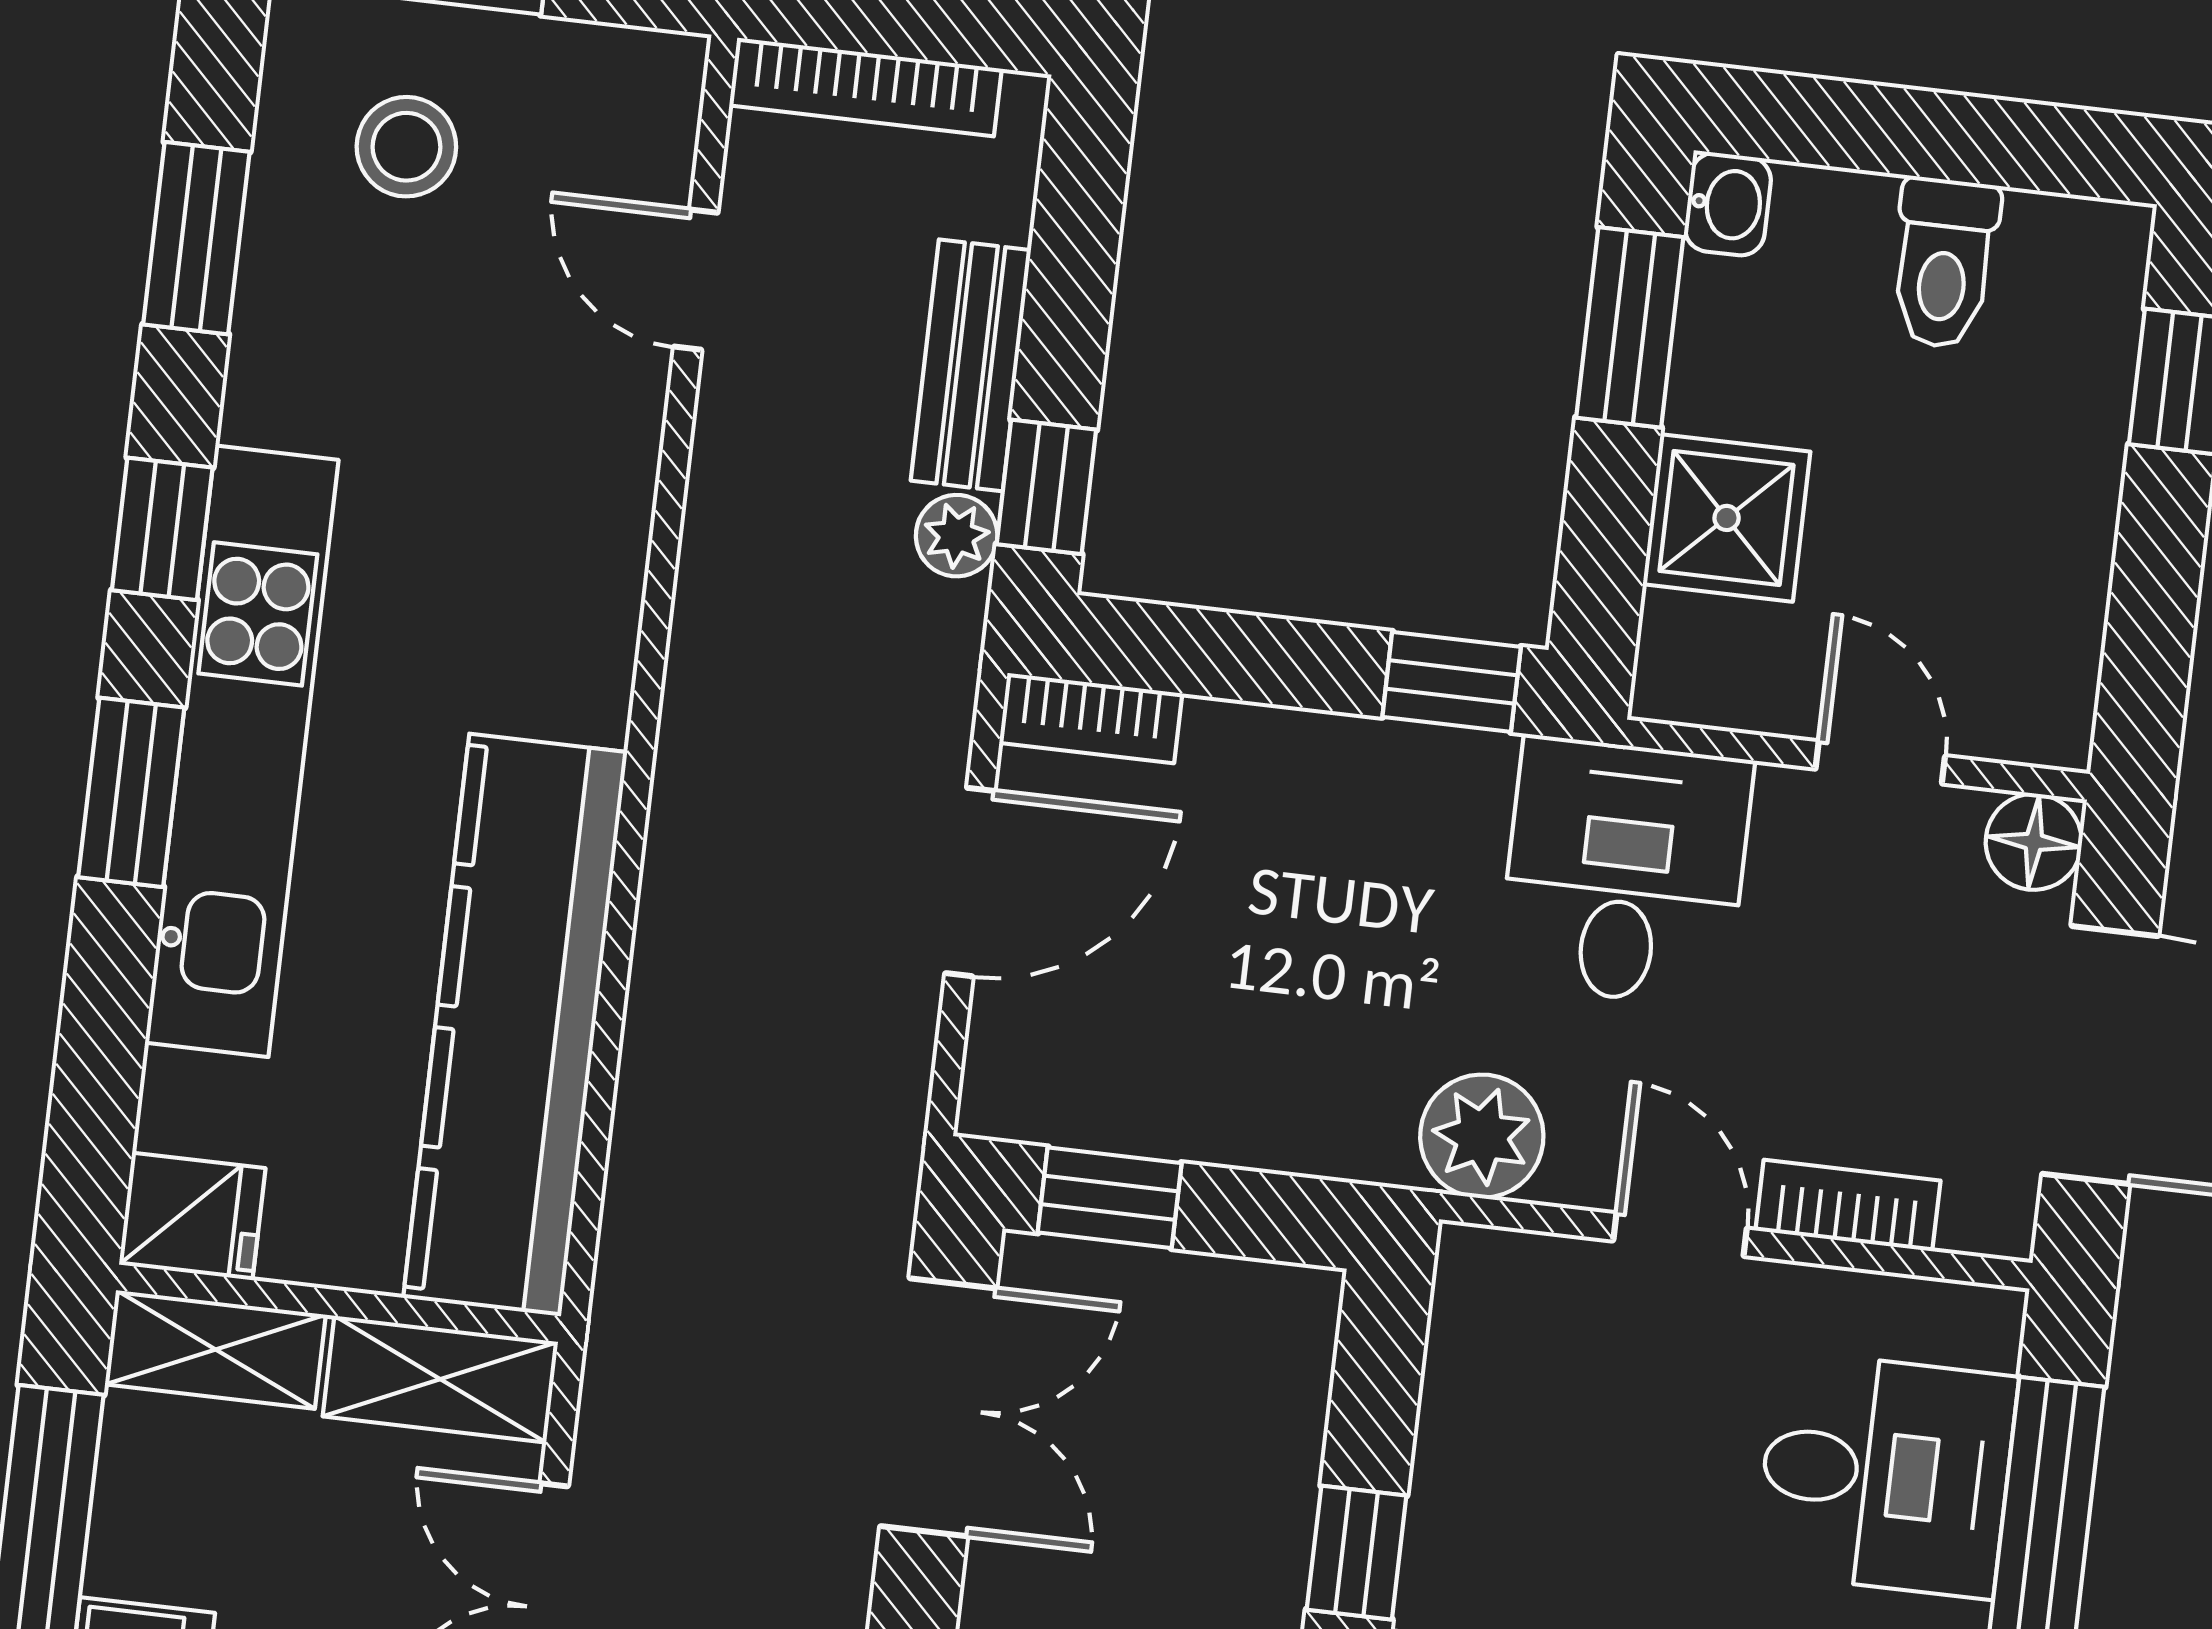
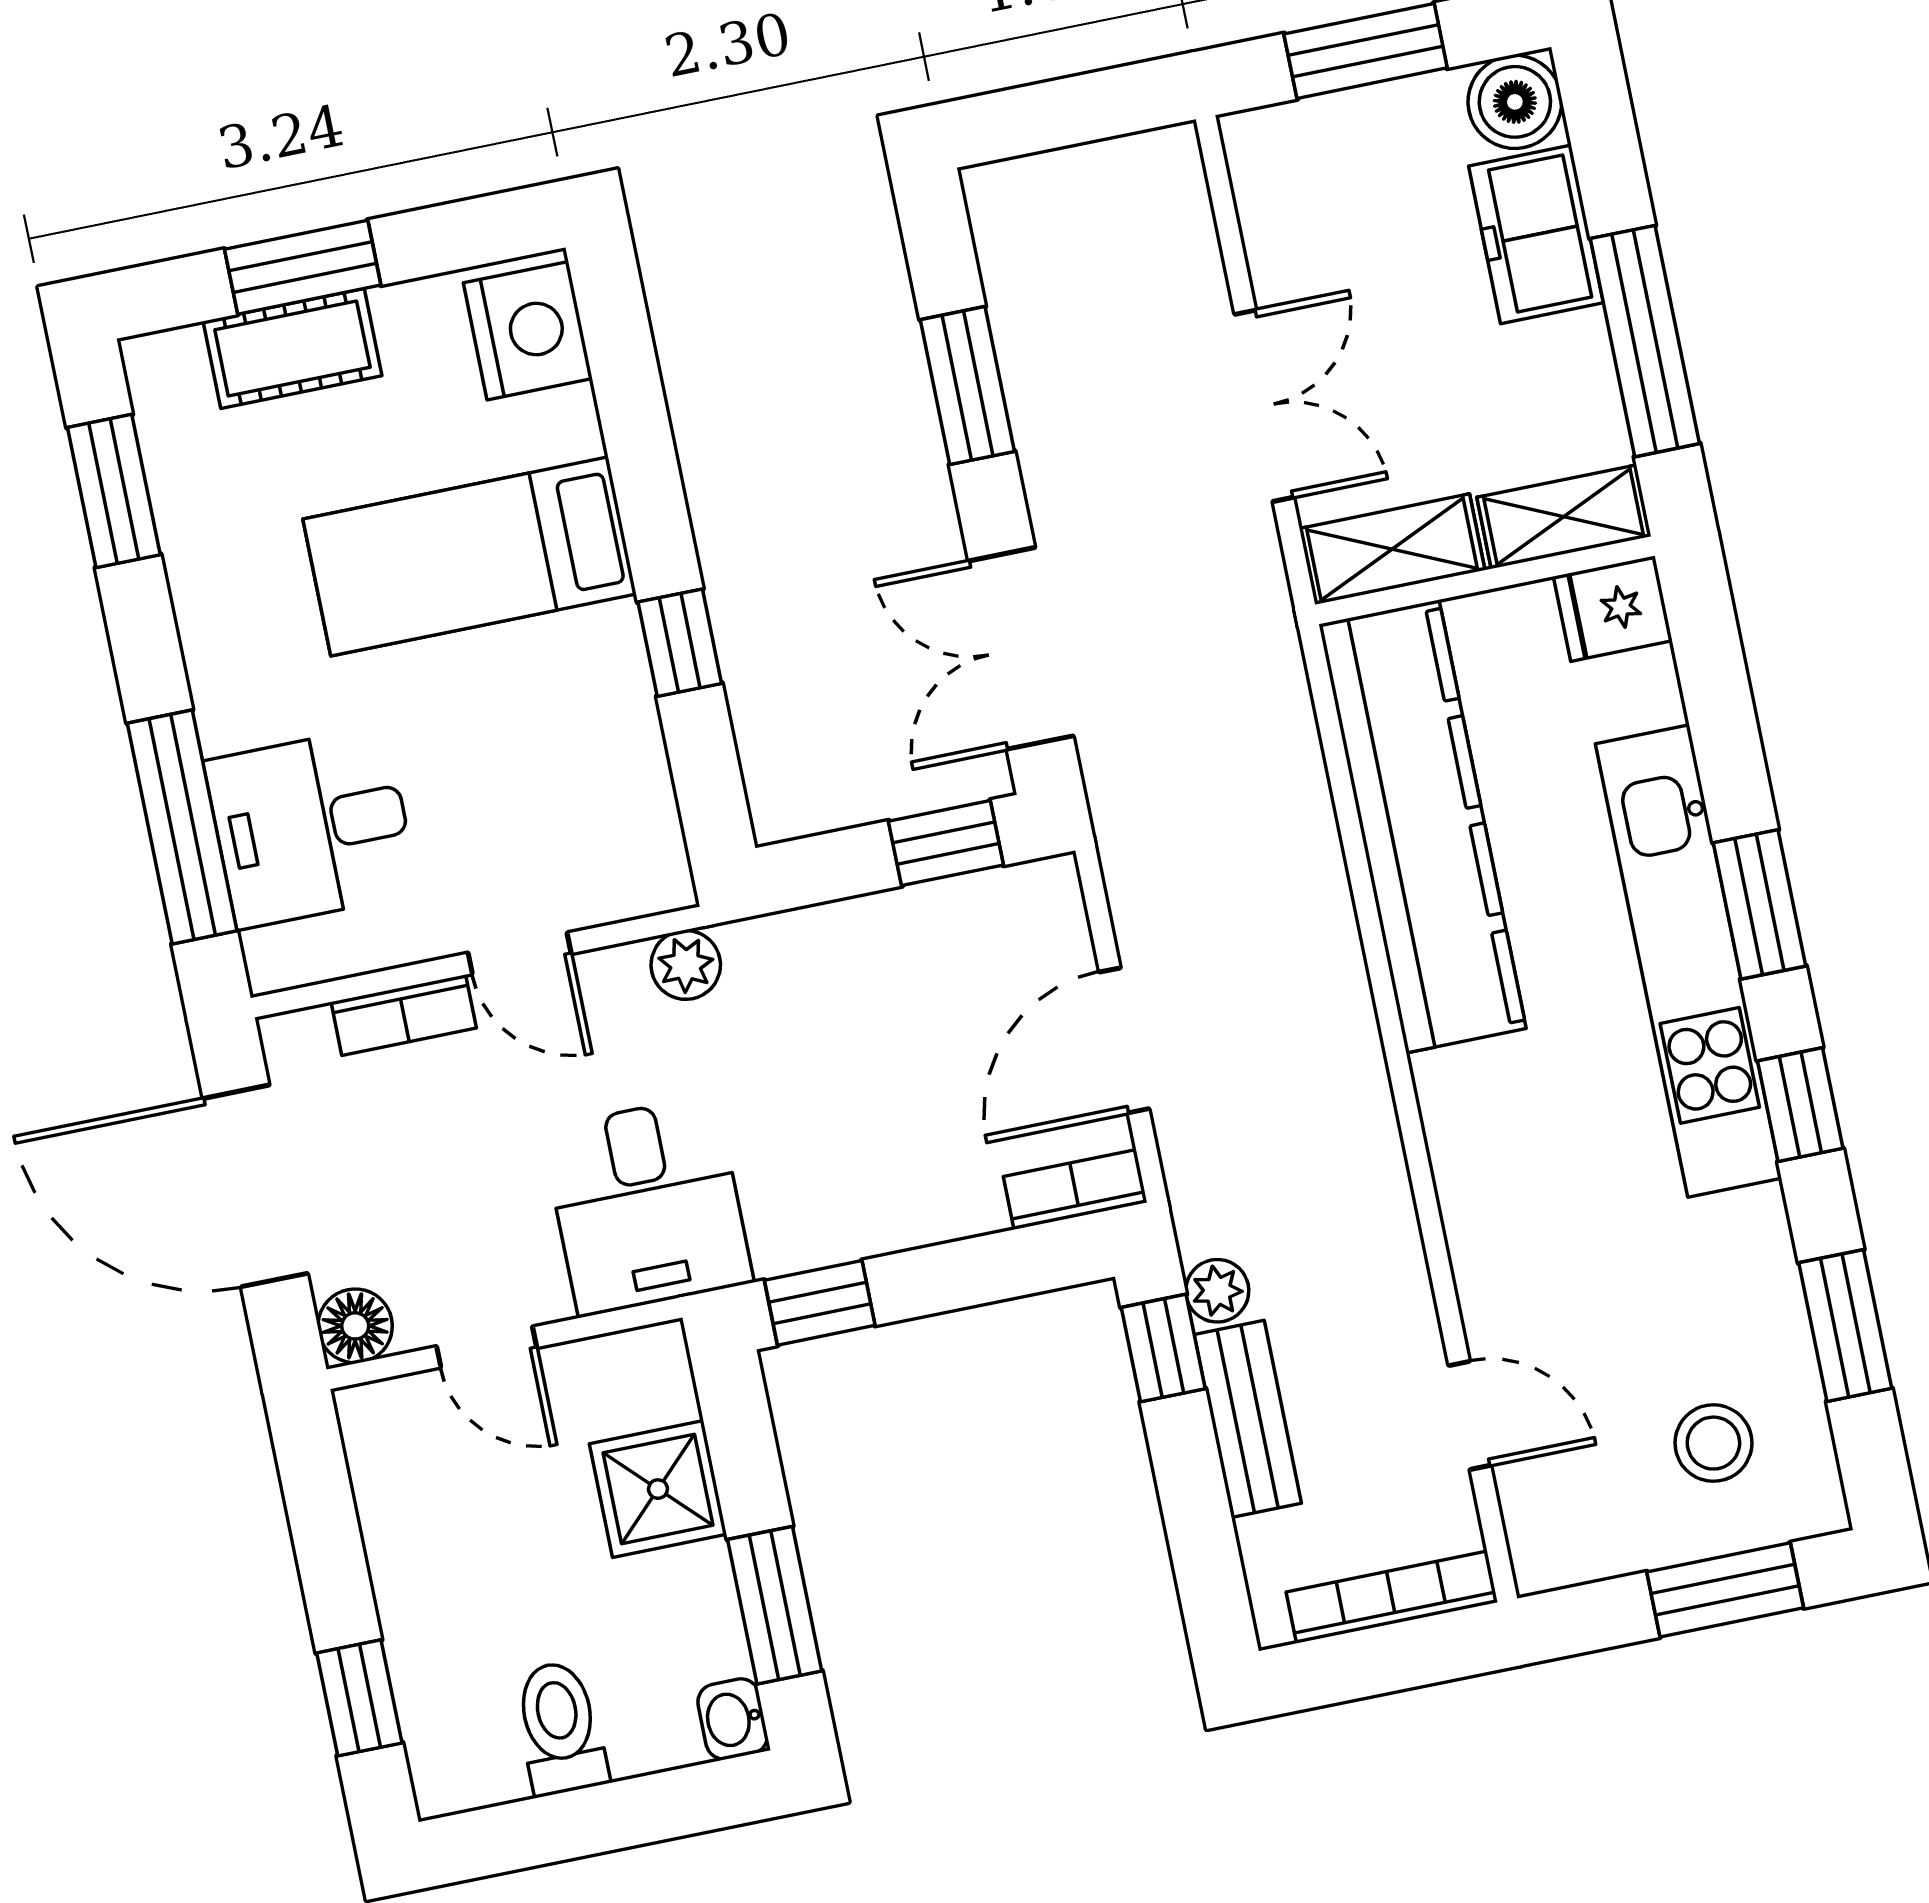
plant: (1482, 1136) -> (686, 965), width x0.73, depth x0.73

